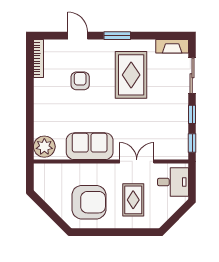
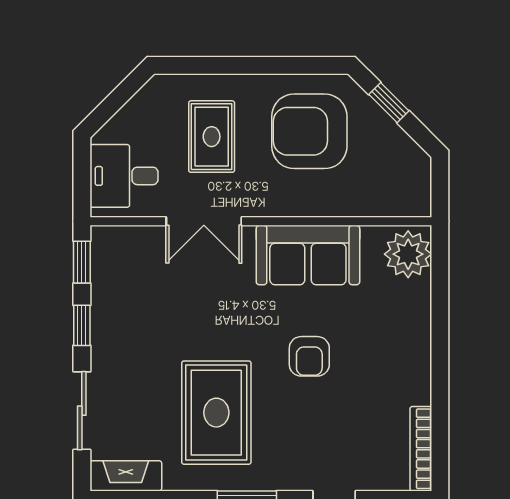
armchair: (80, 81) -> (309, 356), moved
window: (53, 215) -> (389, 103), added

